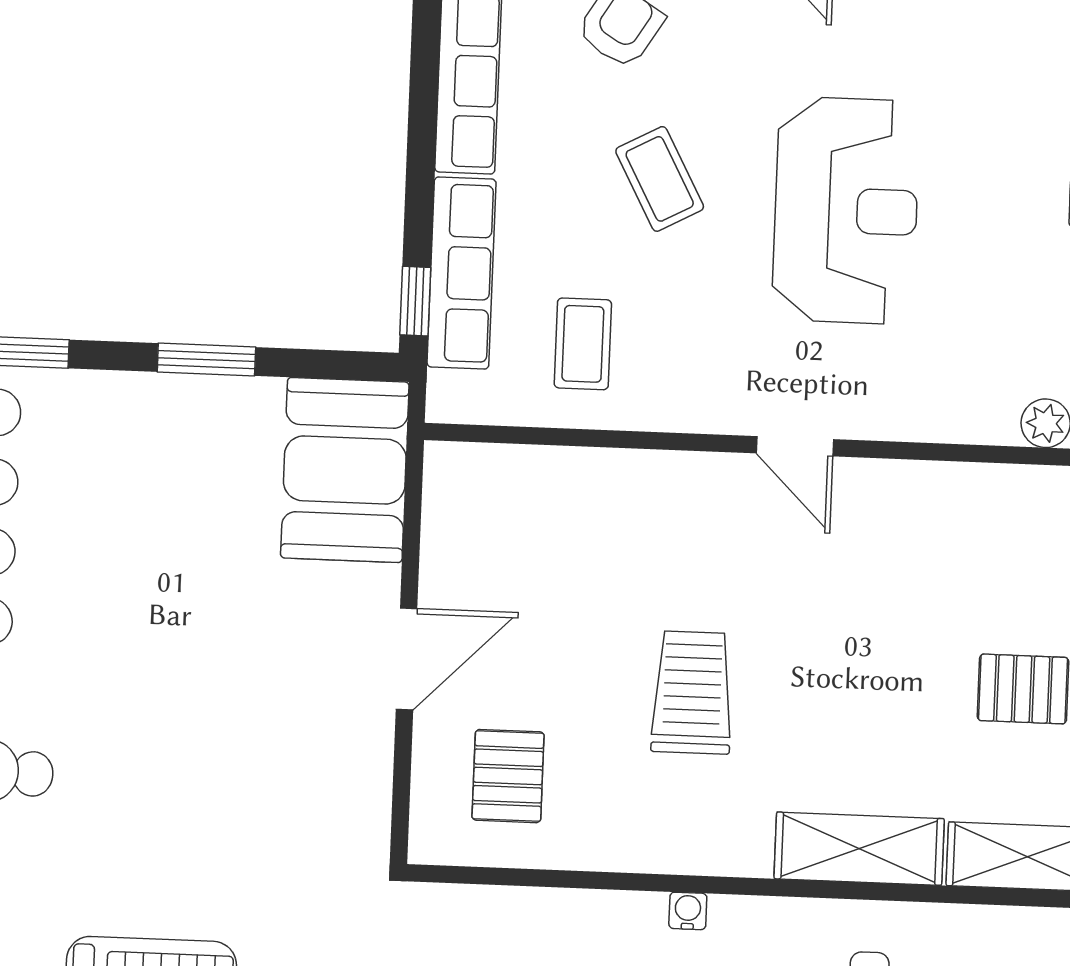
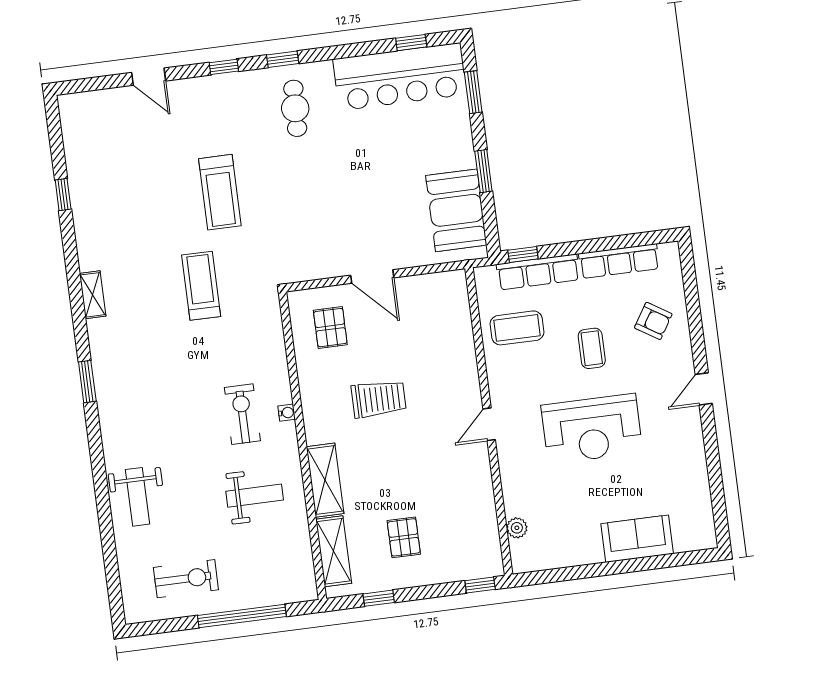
coffee table: (660, 179) -> (592, 348), turned -62
coffee table: (583, 344) -> (517, 328), width x1.36, depth x1.30
booth: (345, 470) -> (456, 210), moved, turned 90
pallet: (508, 776) -> (330, 328), turned 90

